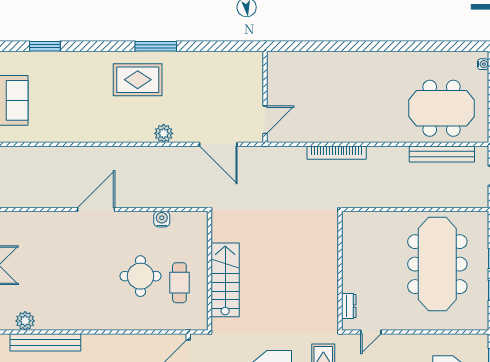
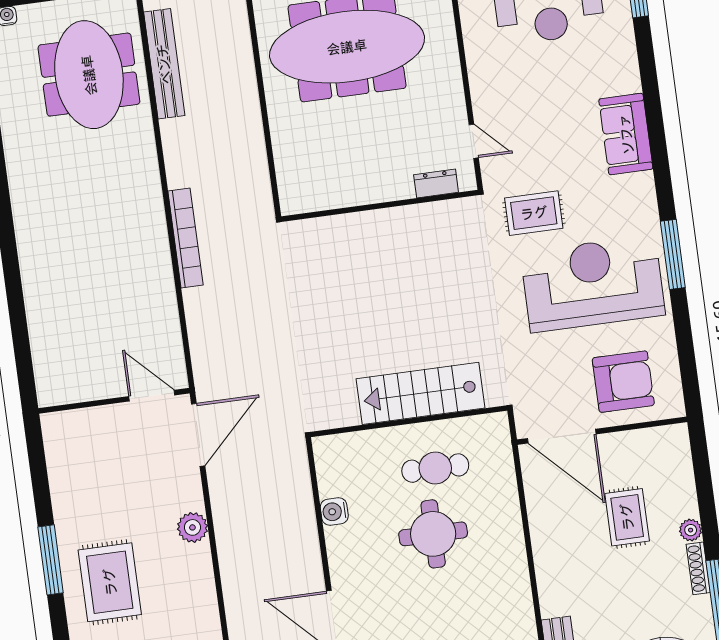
wall: (265, 97) -> (114, 401), moved
door: (265, 120) -> (152, 396), moved

